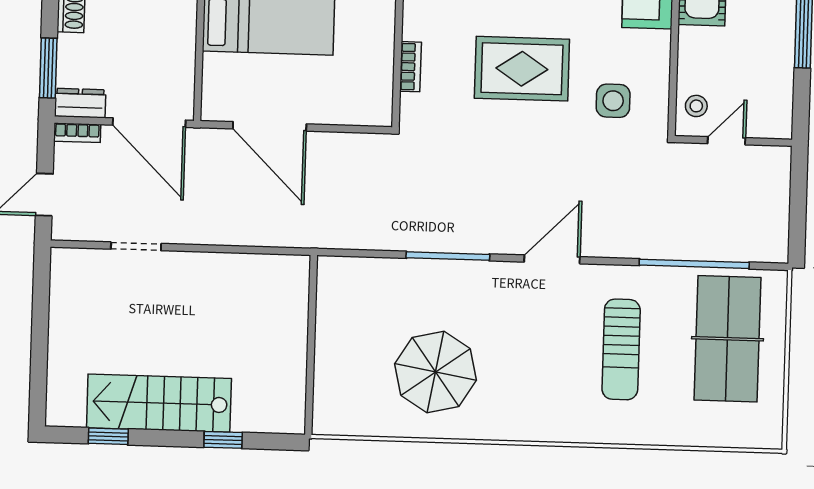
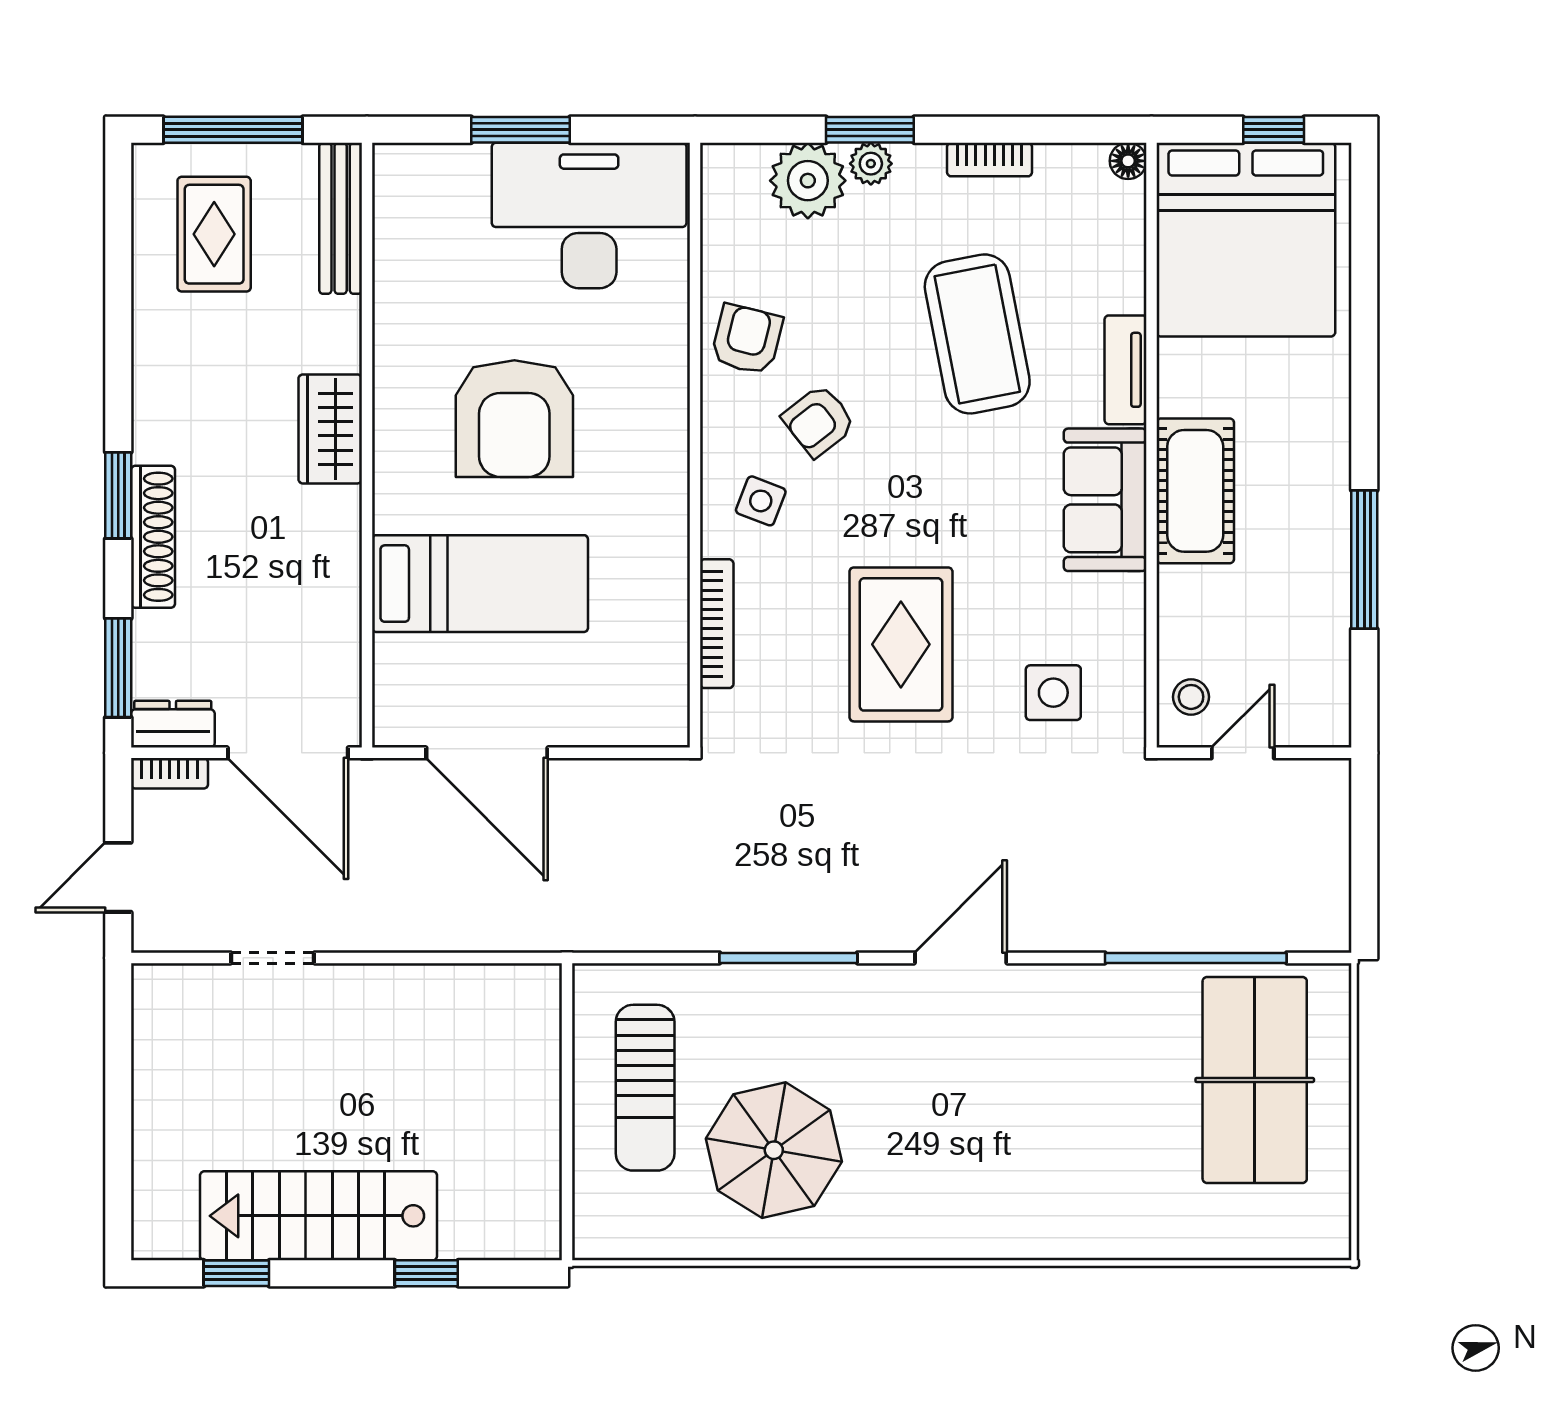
bookcase: (410, 67) -> (717, 624), width x1.56
rug: (522, 69) -> (901, 644), turned 90
sun lounger: (621, 349) -> (645, 1088), moved

